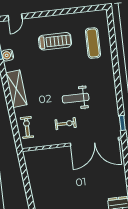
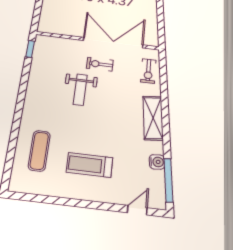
weight bench: (76, 98) -> (80, 90), turned 90
double door: (94, 142) -> (113, 43), moved

